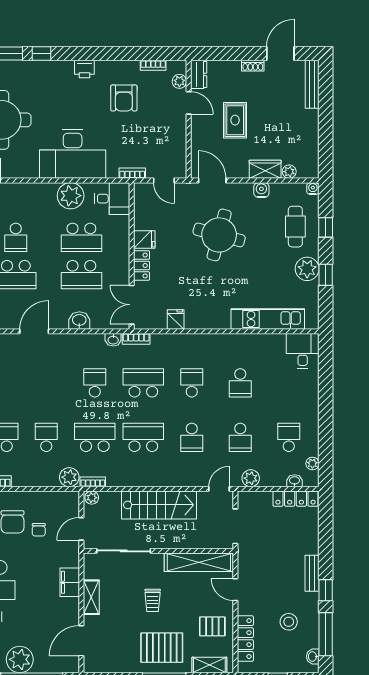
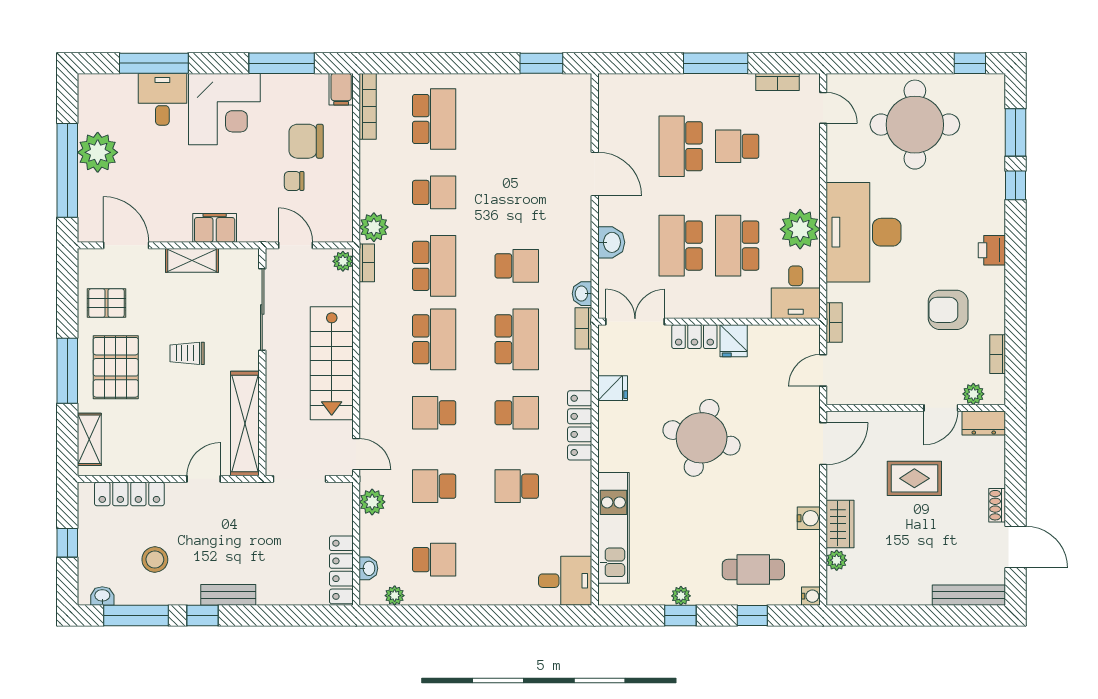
round table: (219, 235) -> (702, 438), moved
plant: (307, 269) -> (681, 596), width x0.53, depth x0.53
locker: (200, 341) -> (580, 425), added
pallet: (212, 626) -> (106, 303), moved, turned 90

